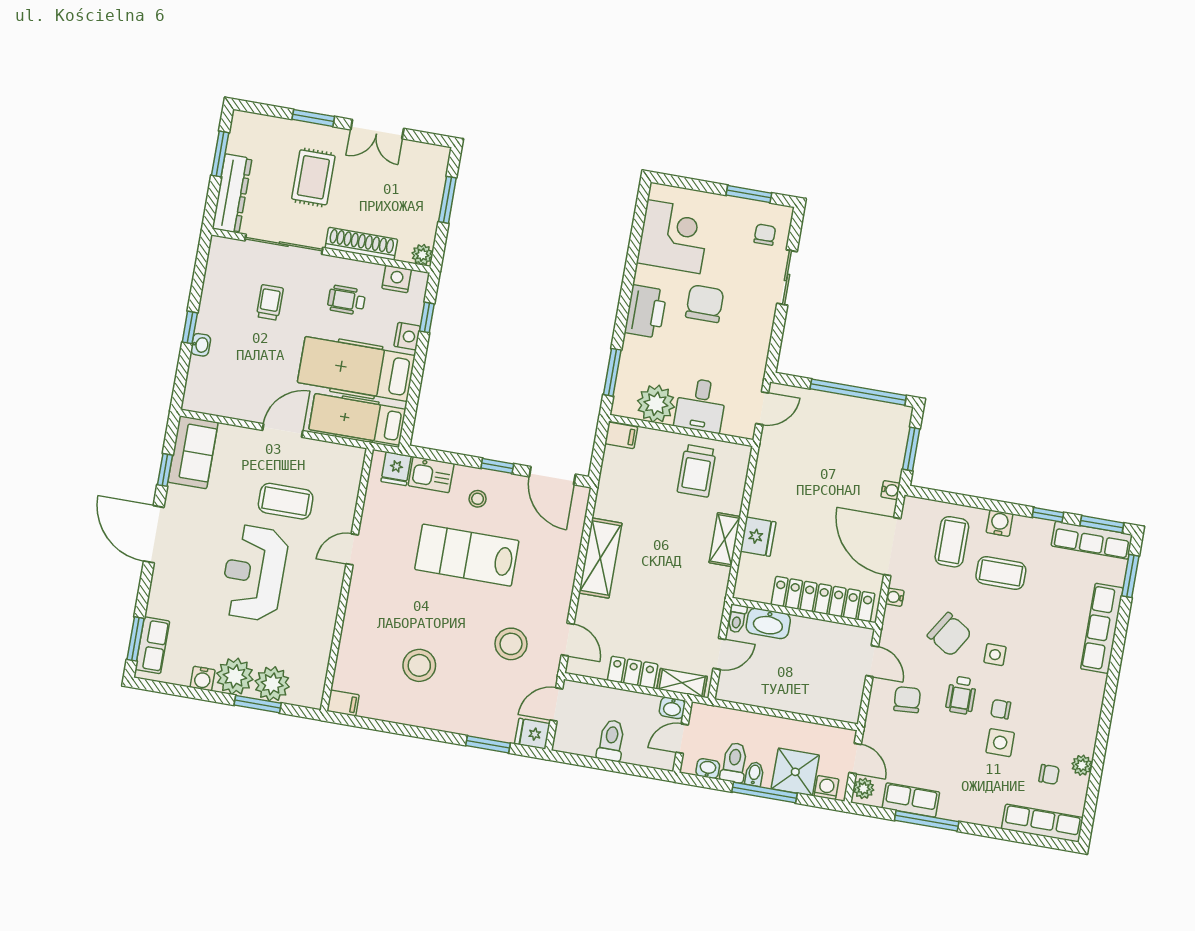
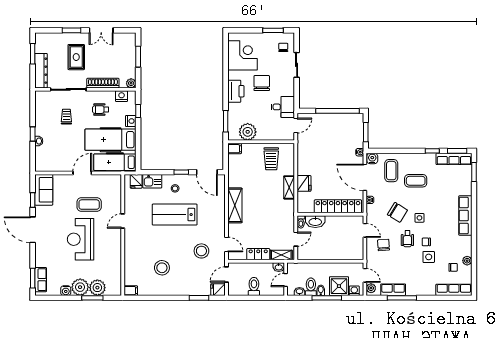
desk: (701, 405) -> (283, 107), moved, turned -90
water cooler: (1000, 523) -> (372, 158), moved
row of seats: (1102, 628) -> (465, 216), moved

